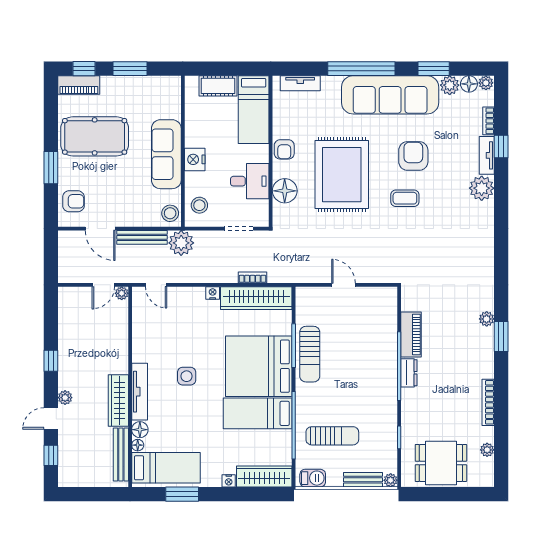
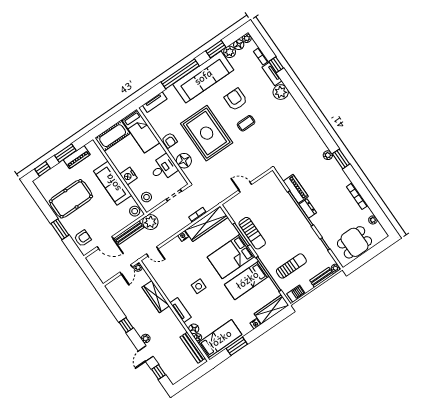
piano: (79, 85) -> (77, 157), moved
cot: (218, 86) -> (113, 136), width x1.37, depth x1.34
bed: (259, 366) -> (231, 257), width x0.73
tv unit: (140, 392) -> (181, 310), width x0.71
wardrobe: (118, 401) -> (156, 297), moved

